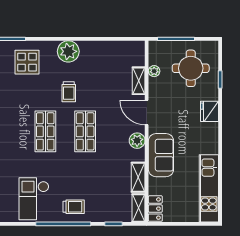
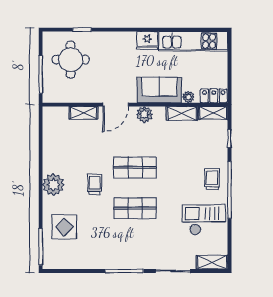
plant: (154, 71) -> (188, 97), moved
trolley: (69, 92) -> (95, 184), turned -90
fridge: (210, 111) -> (147, 40), moved
checkout: (34, 199) -> (204, 220), turned 180

